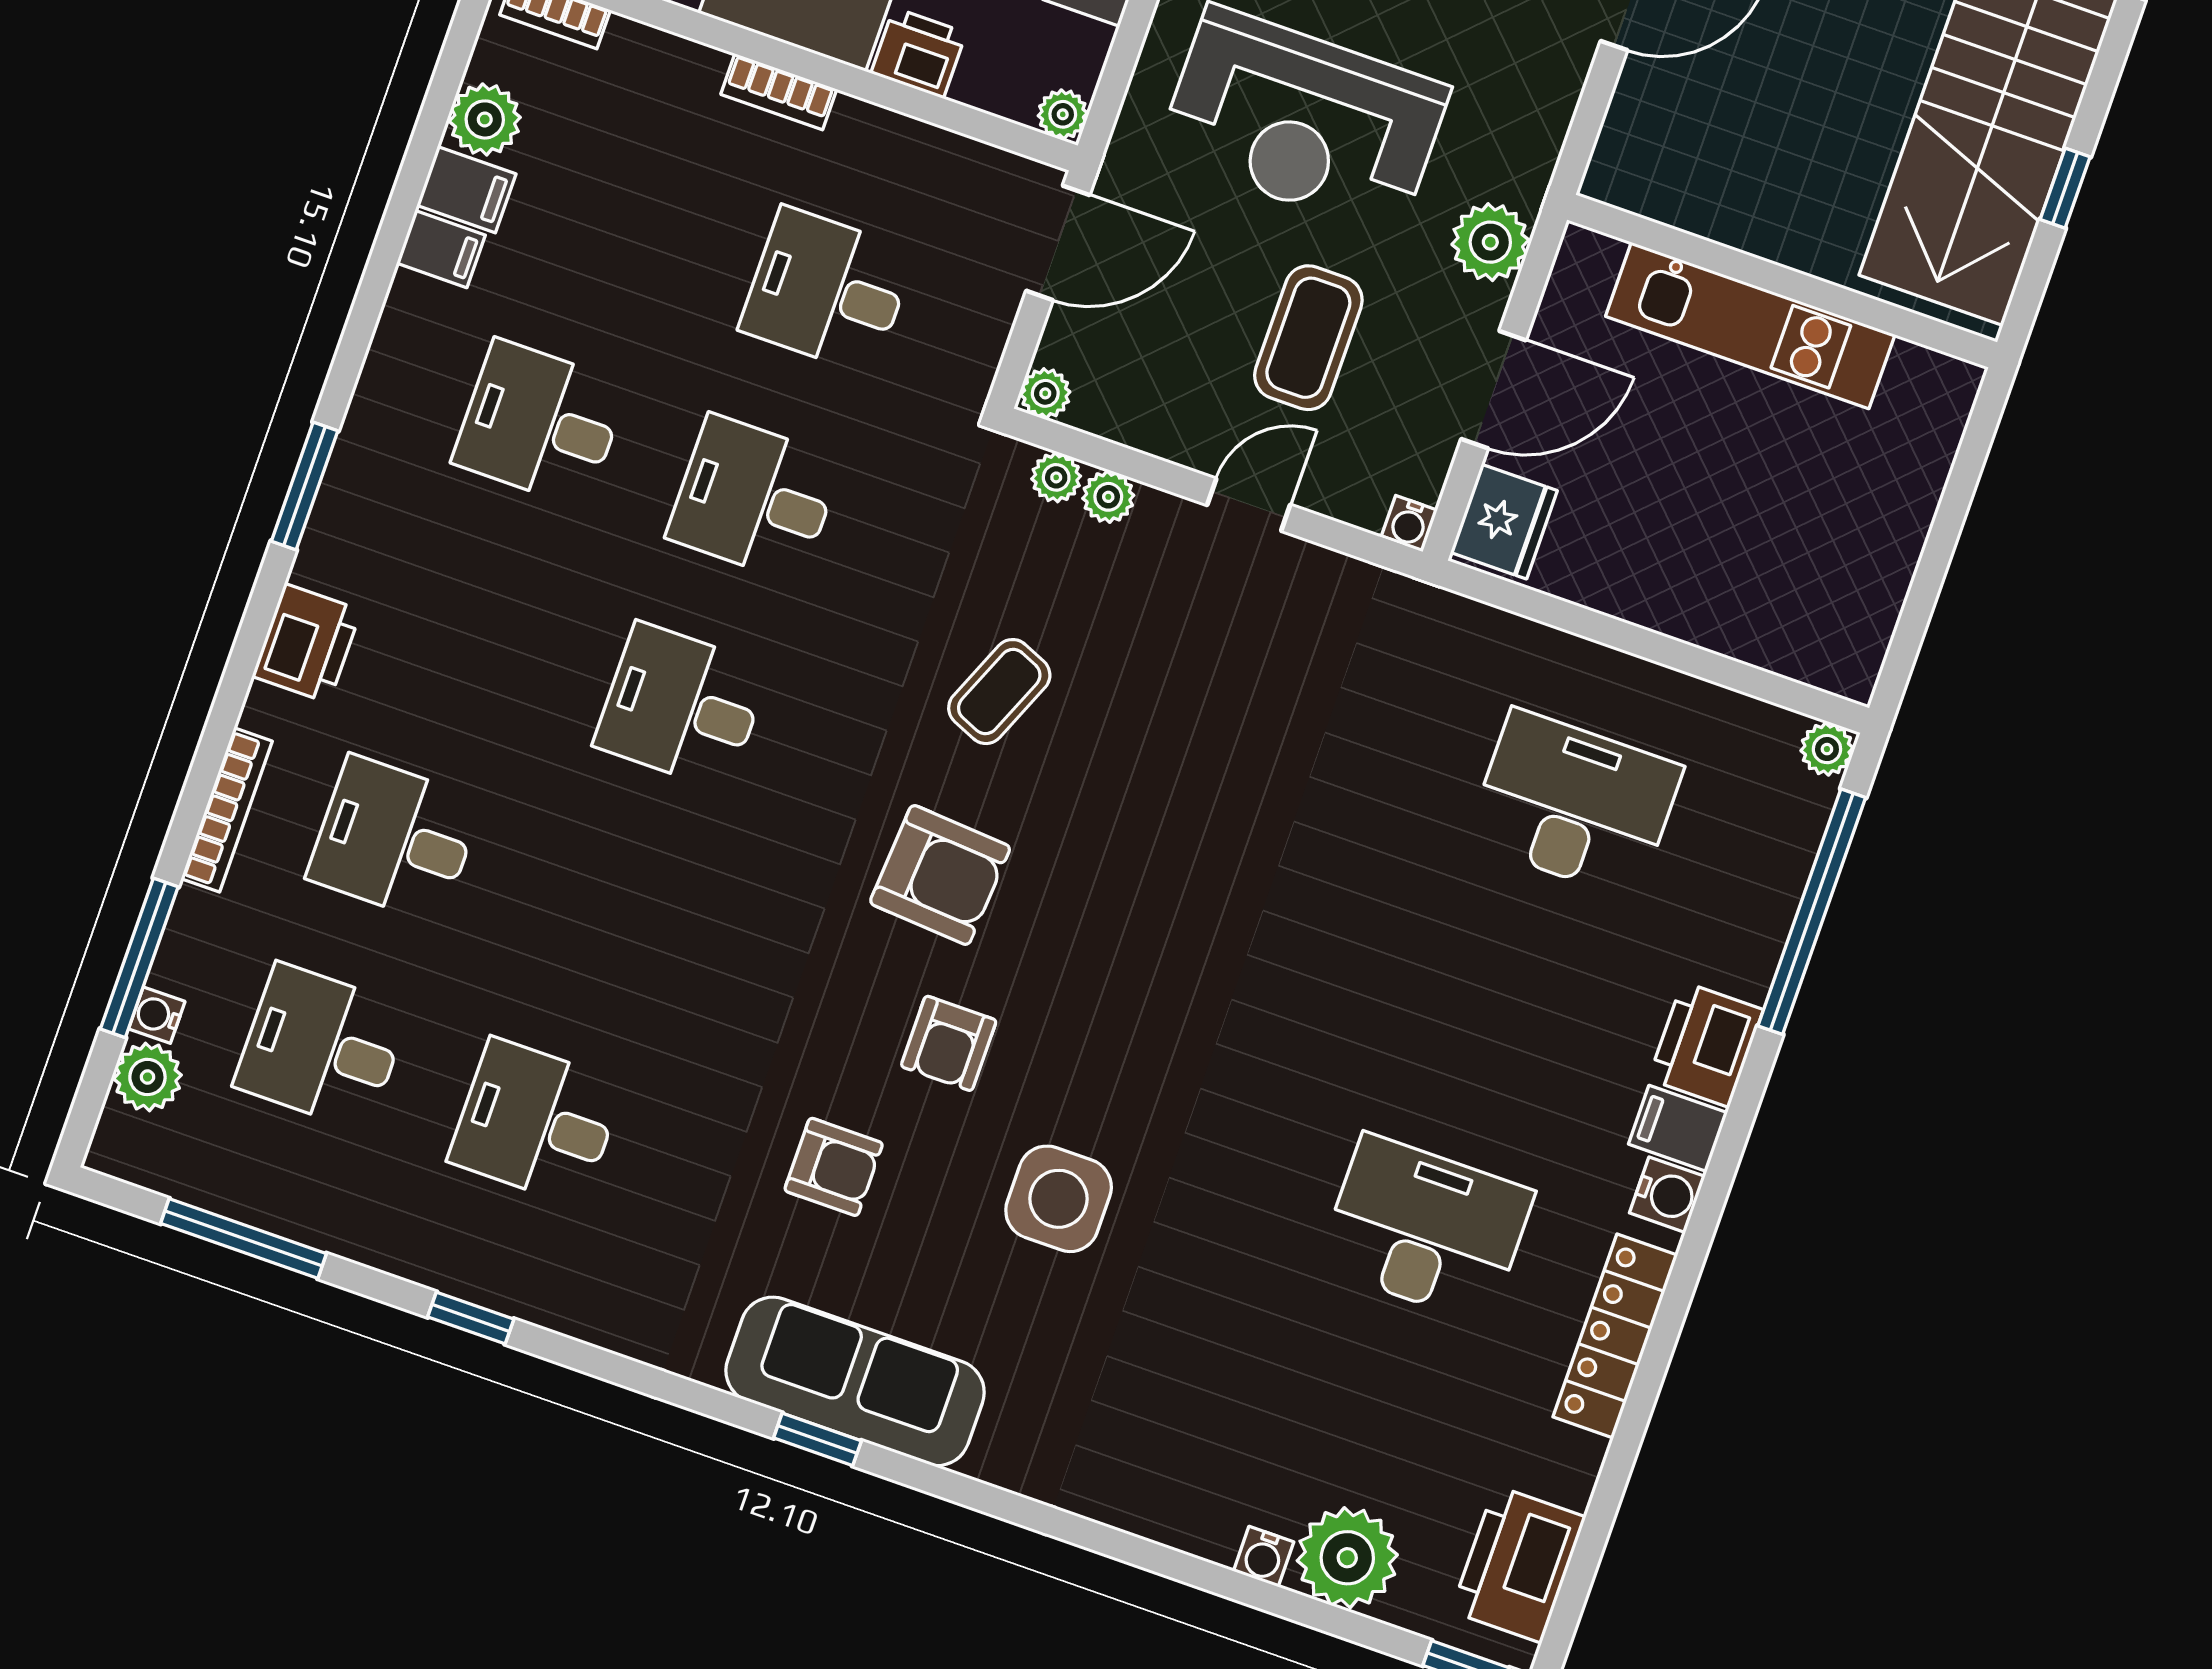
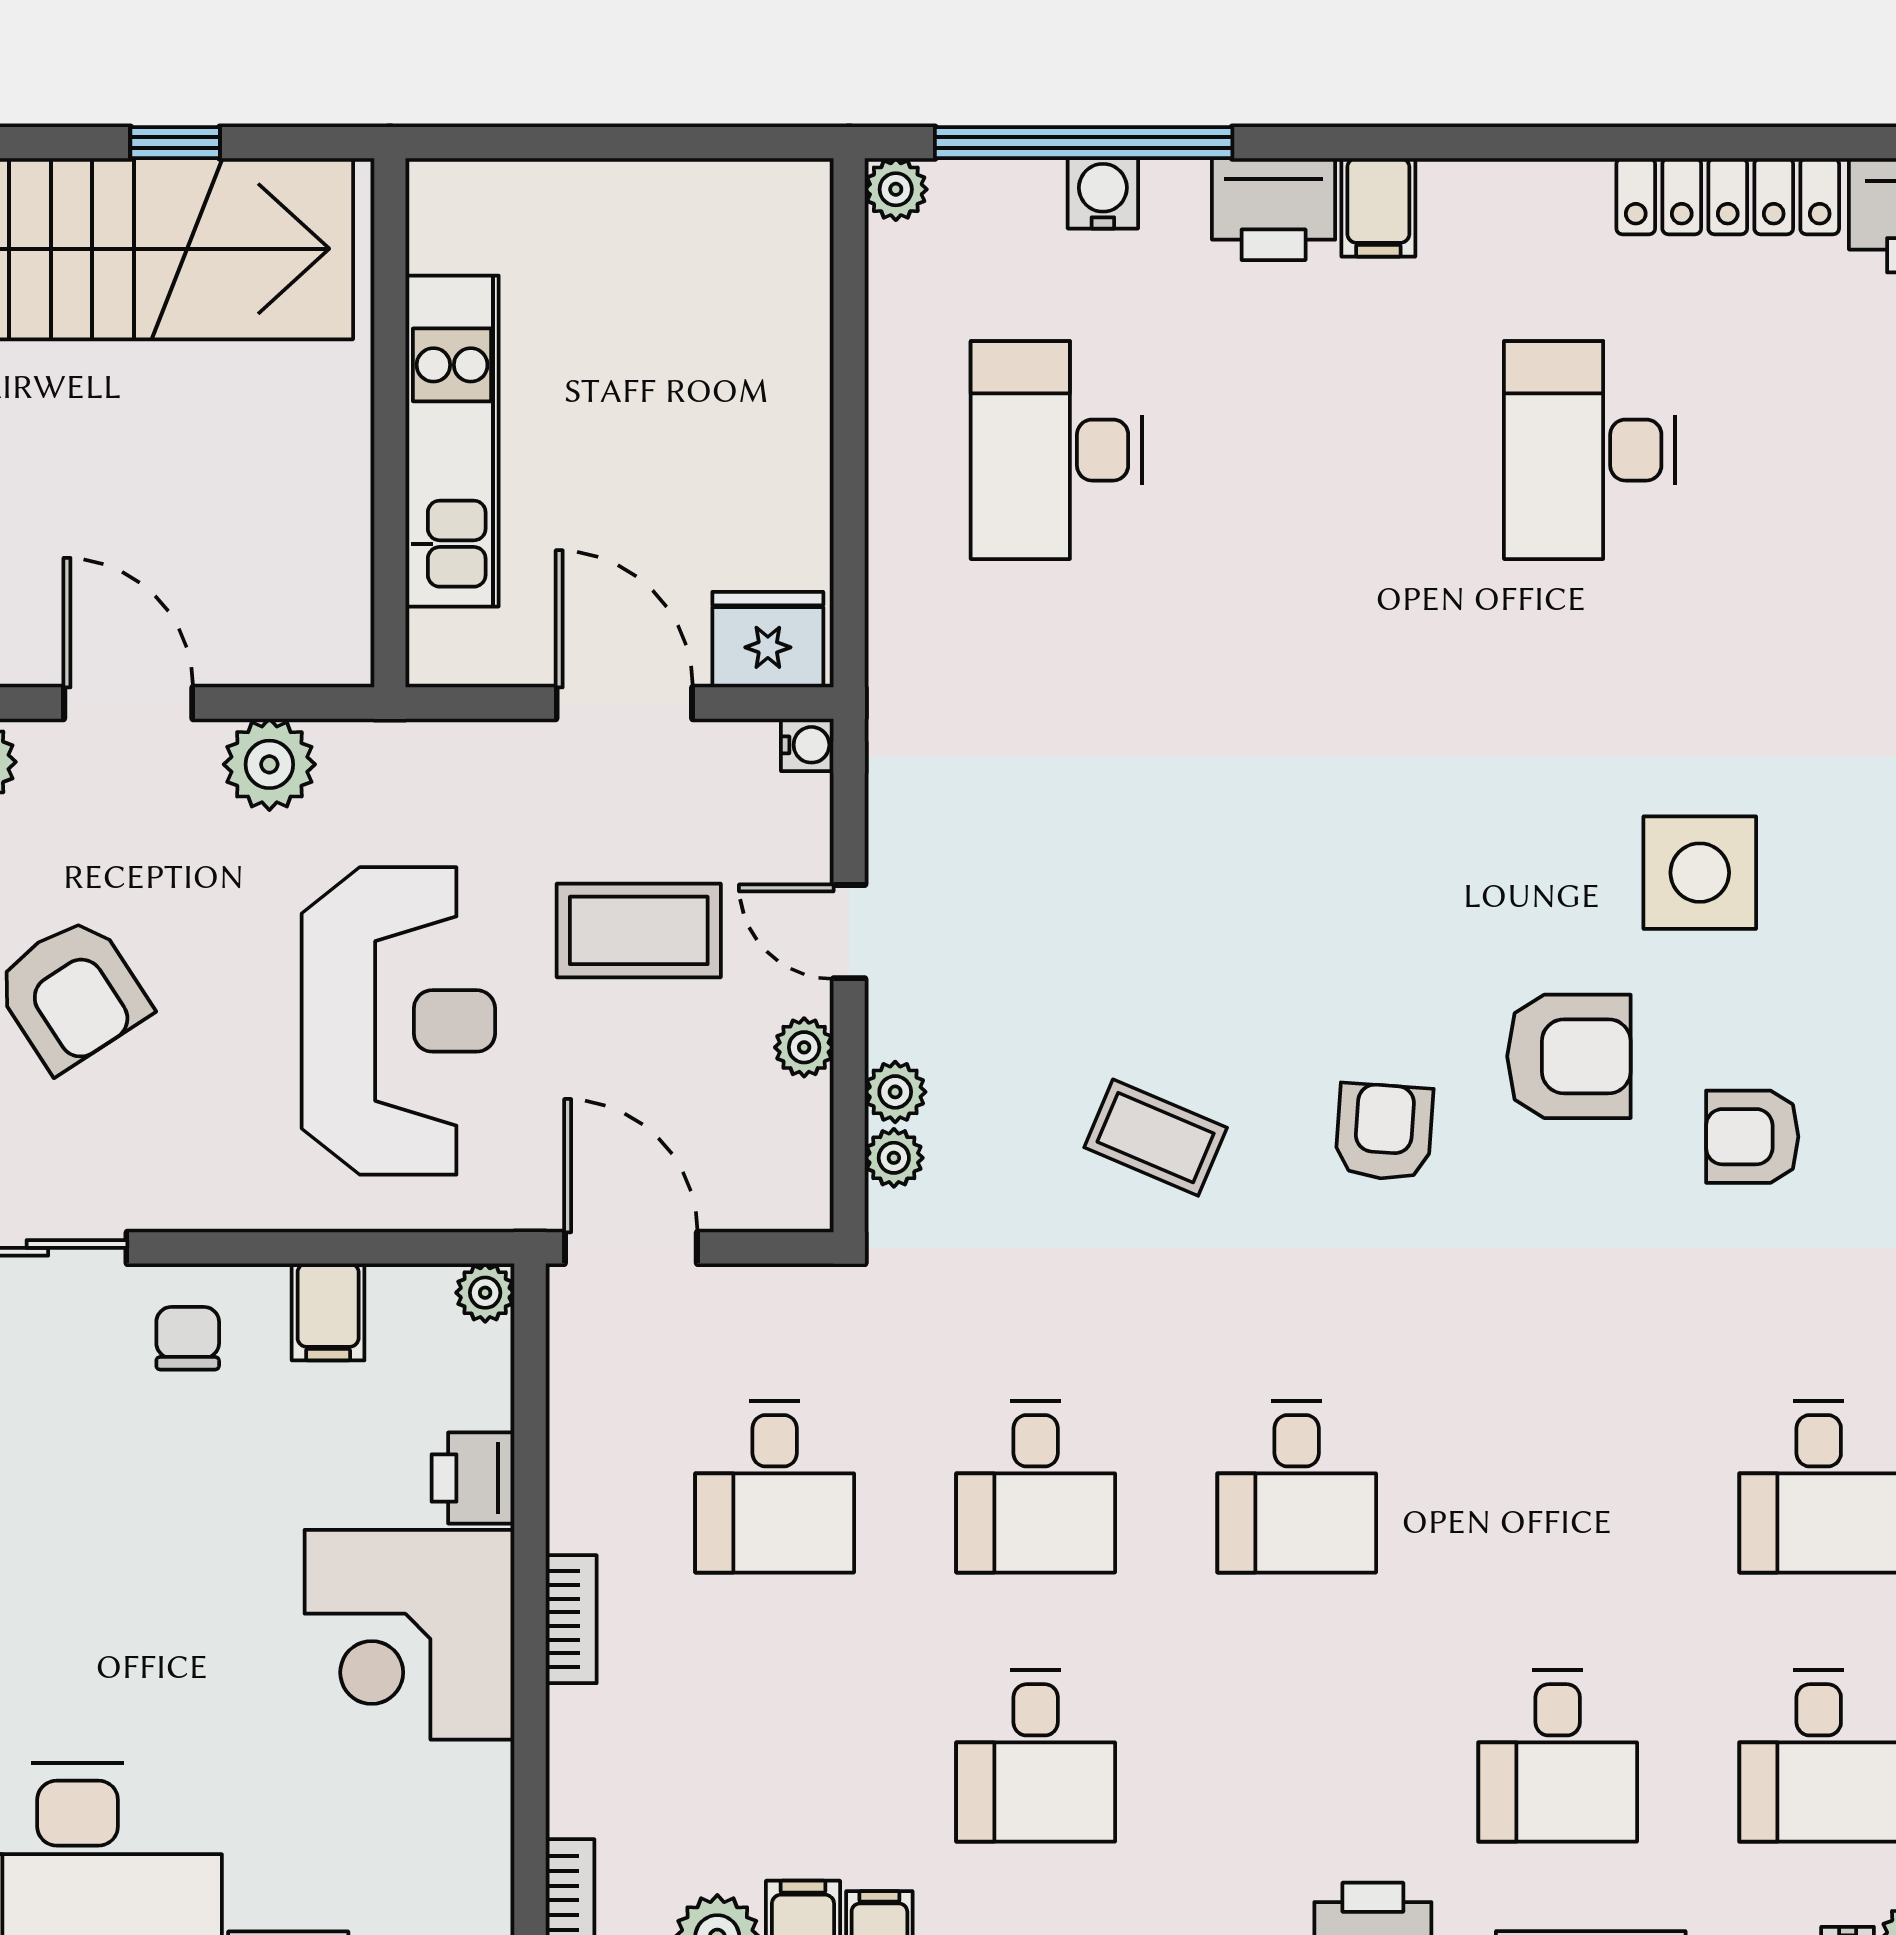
plant: (1490, 242) -> (269, 764), moved
plant: (1045, 393) -> (804, 1047), moved
armchair: (940, 875) -> (1384, 1132), width x0.72, depth x0.72
armchair: (949, 1043) -> (1569, 1056), width x1.38, depth x1.38
armchair: (834, 1167) -> (1752, 1137), turned -90
water cooler: (1667, 1195) -> (1103, 193), moved
locker: (1615, 1336) -> (1728, 196), moved

